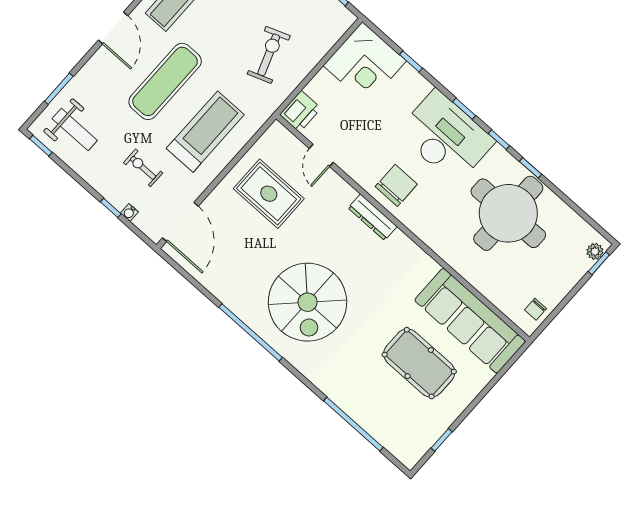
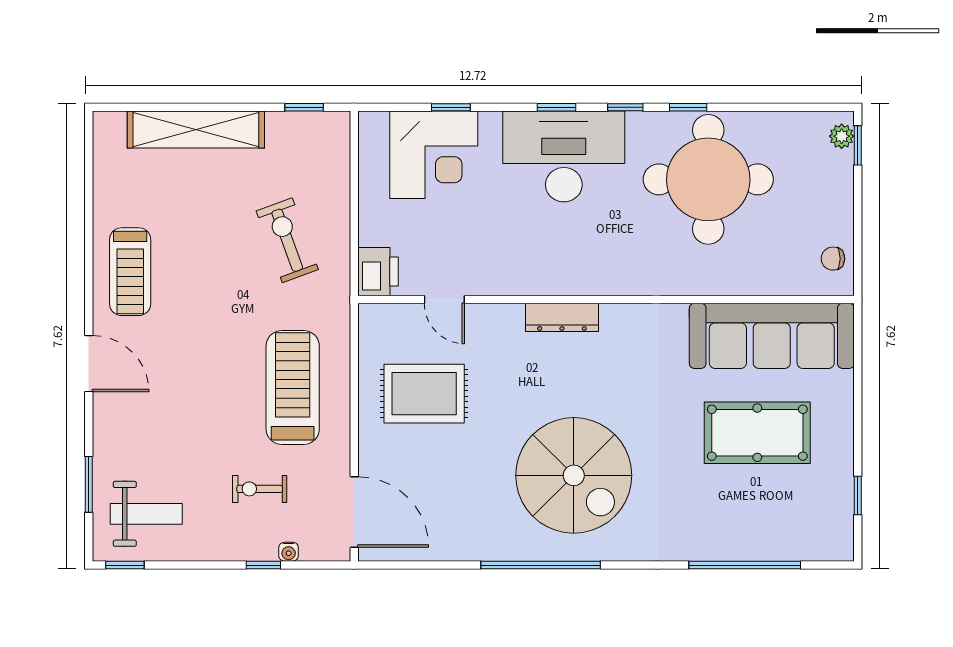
corner desk: (365, 63) -> (434, 155), moved
exercise mat: (165, 81) -> (199, 372), removed
chair: (396, 185) -> (557, 259), removed
chair: (536, 309) -> (833, 259), turned 90

